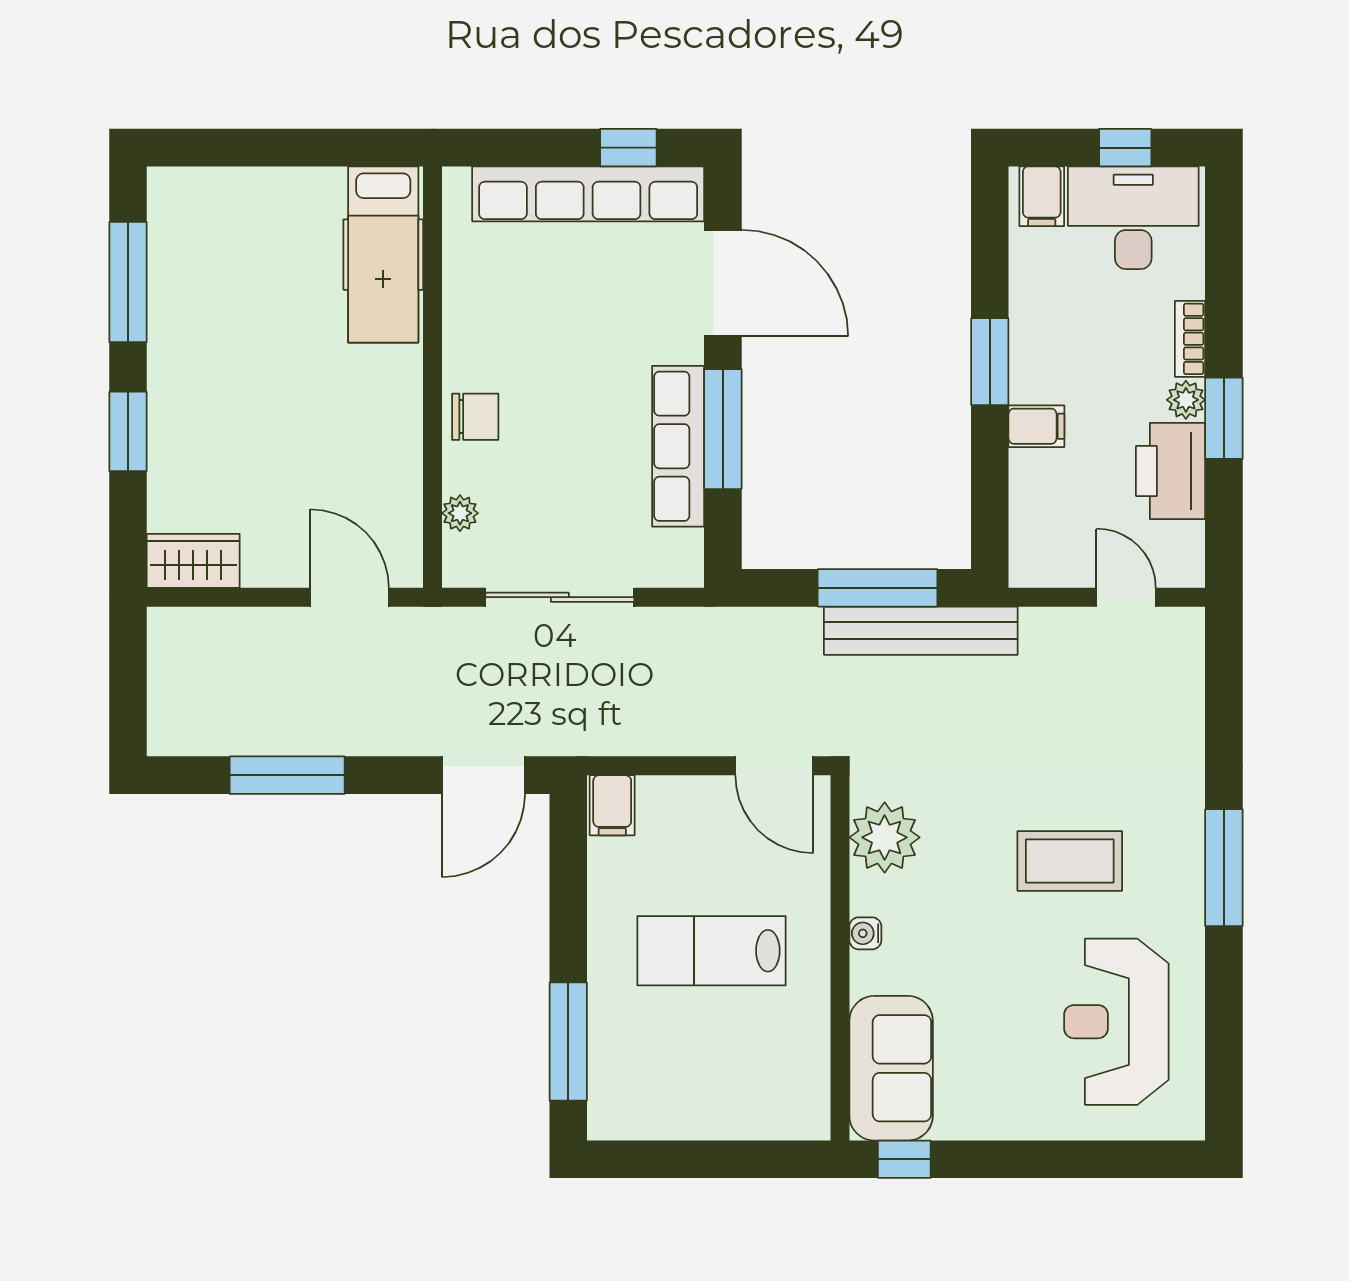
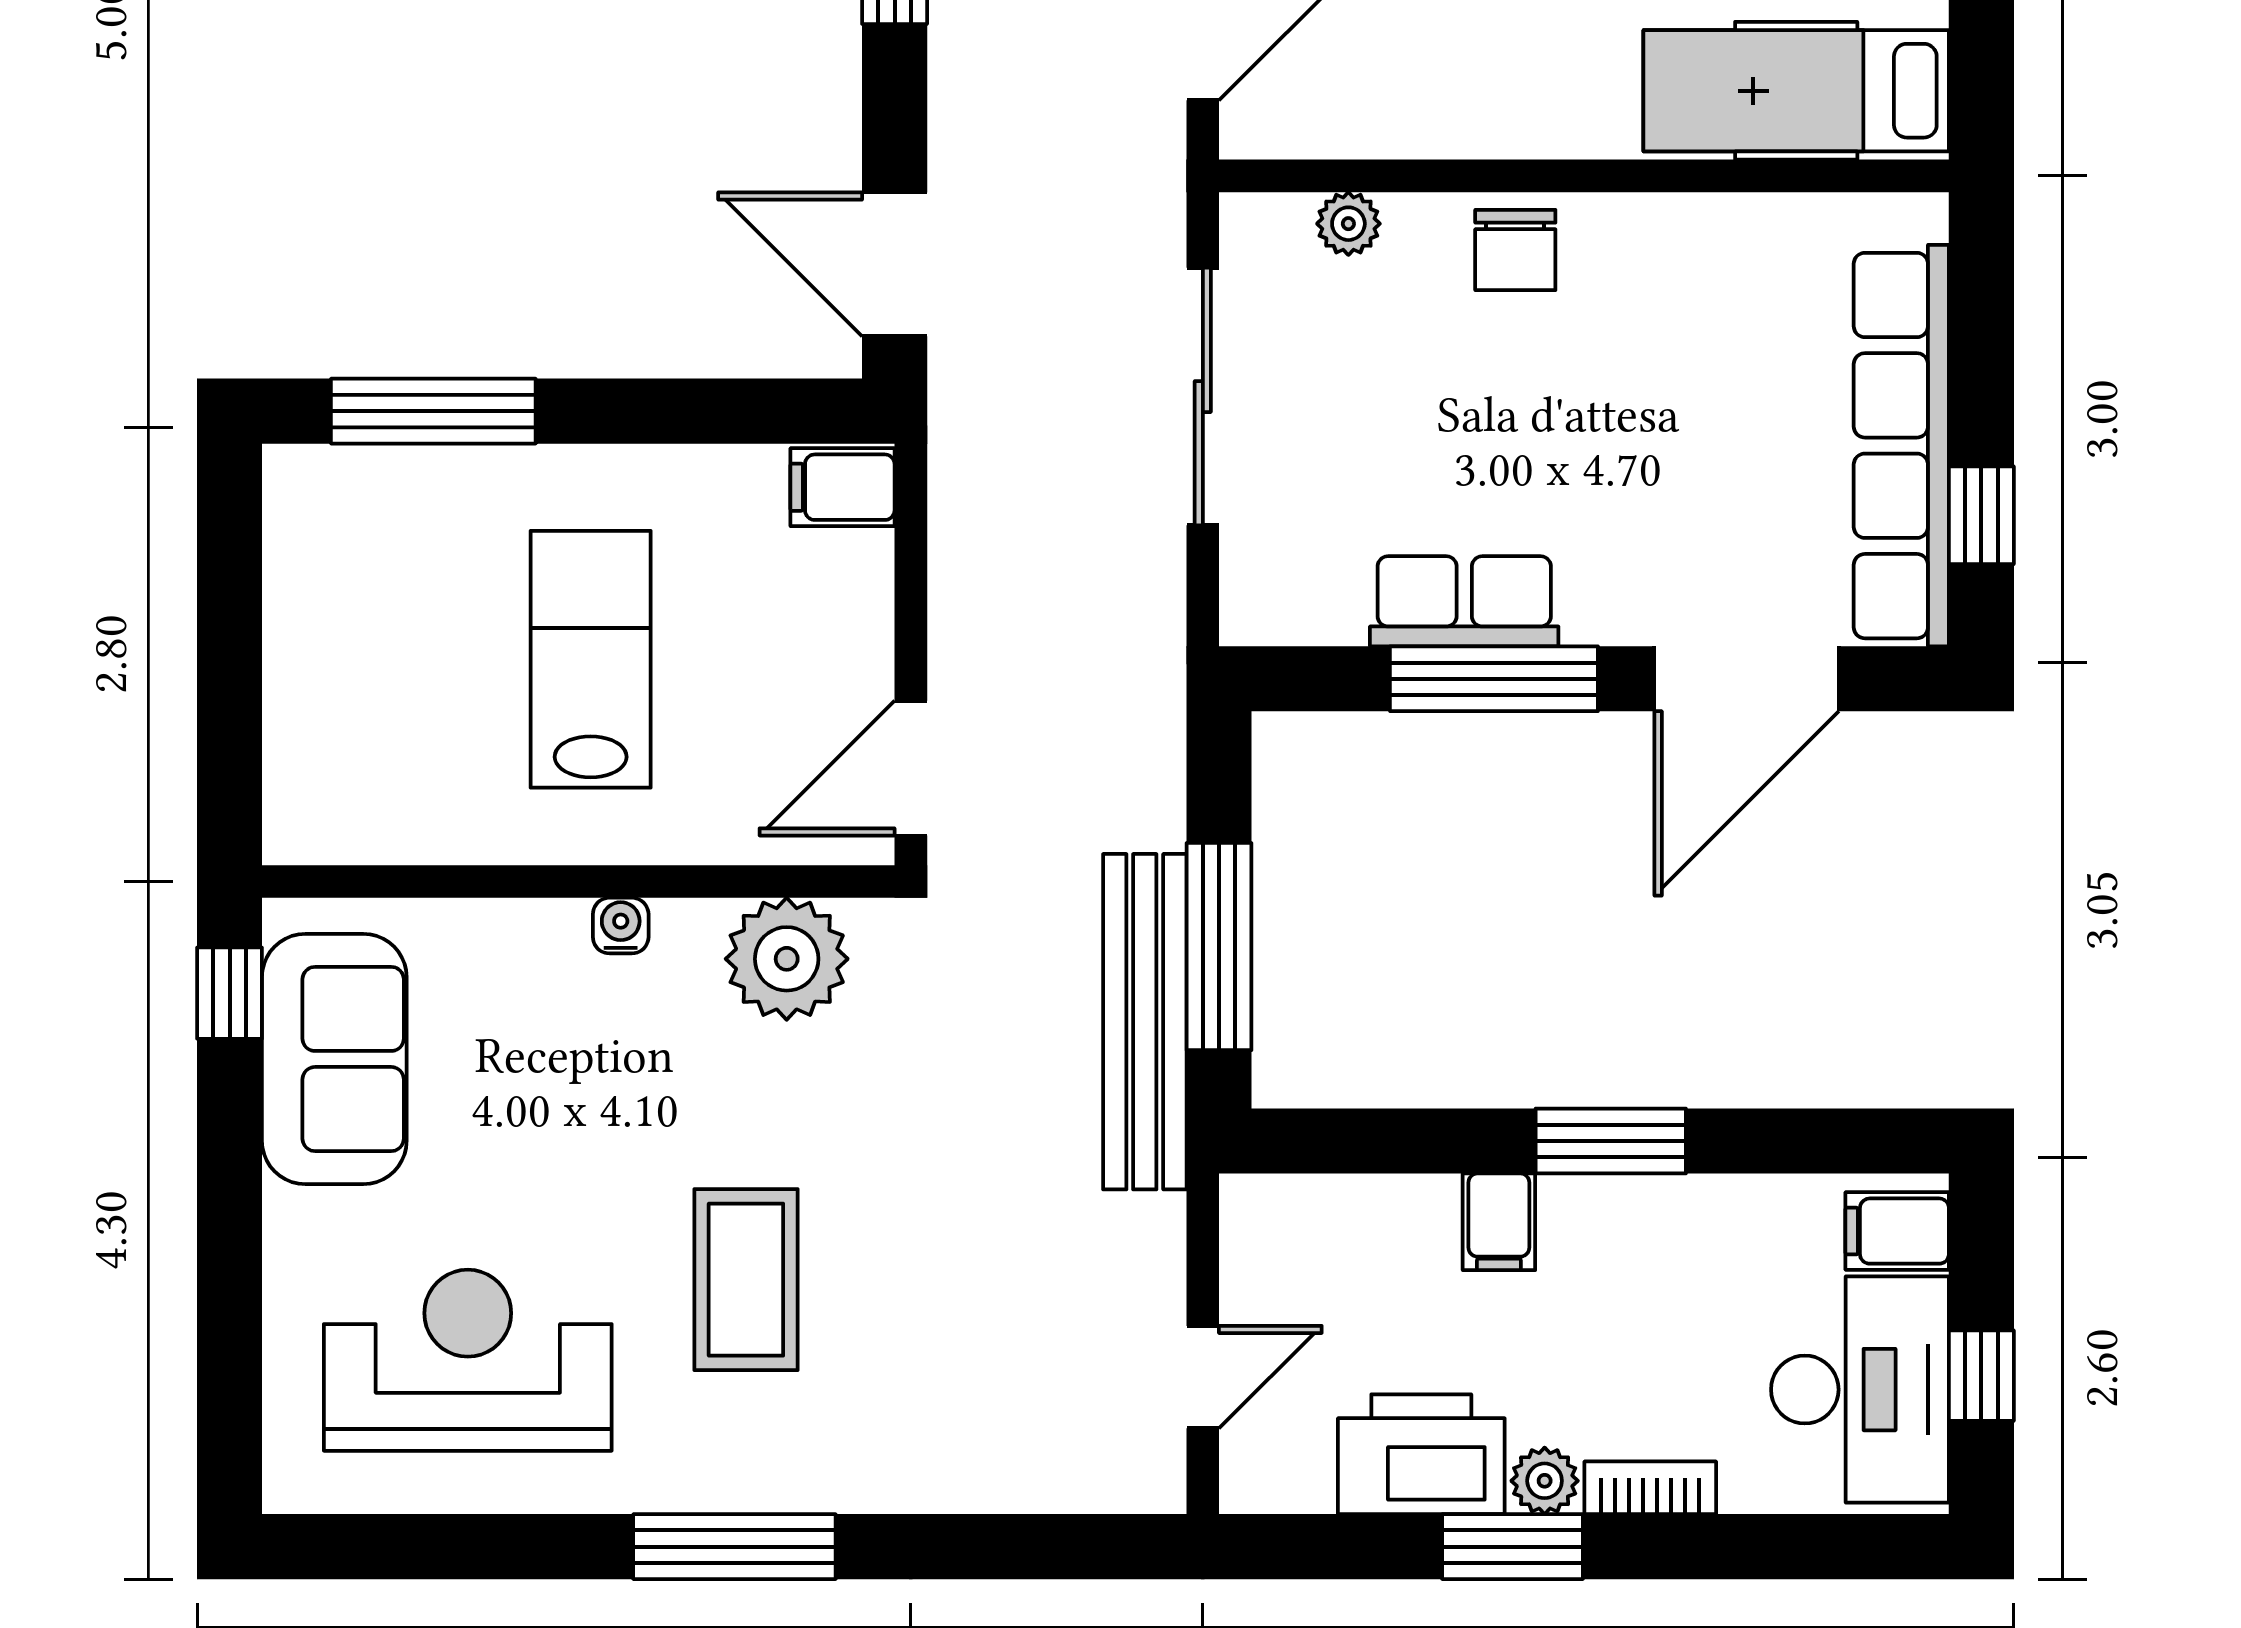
row of seats: (678, 446) -> (1464, 601), width x0.68
sofa: (891, 1068) -> (334, 1059), moved, turned -90

